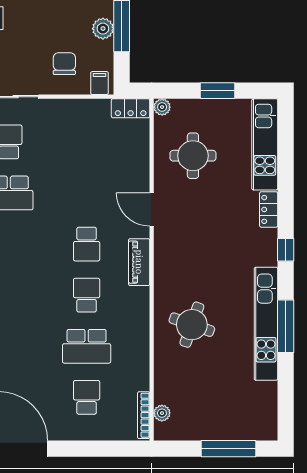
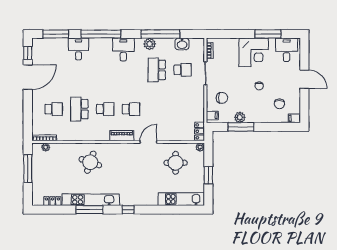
locker: (269, 209) -> (52, 201), moved
school desk: (87, 244) -> (131, 109), turned 180
window: (228, 449) -> (28, 169), moved

